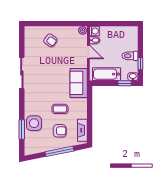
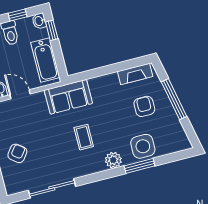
door: (88, 52) -> (20, 94), hinge flipped
sliding door: (22, 73) -> (52, 188), moved
plant: (30, 102) -> (113, 160), added
coffee table: (60, 109) -> (84, 137), moved
window: (22, 129) -> (140, 166), moved

